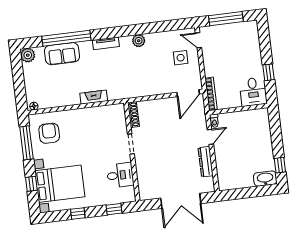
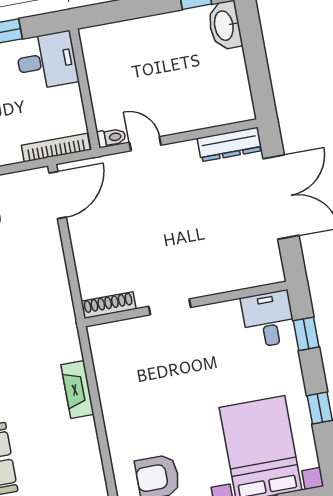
door: (188, 93) -> (58, 195), hinge flipped
dresser: (206, 162) -> (230, 144), moved
desk: (120, 175) -> (268, 319), moved

